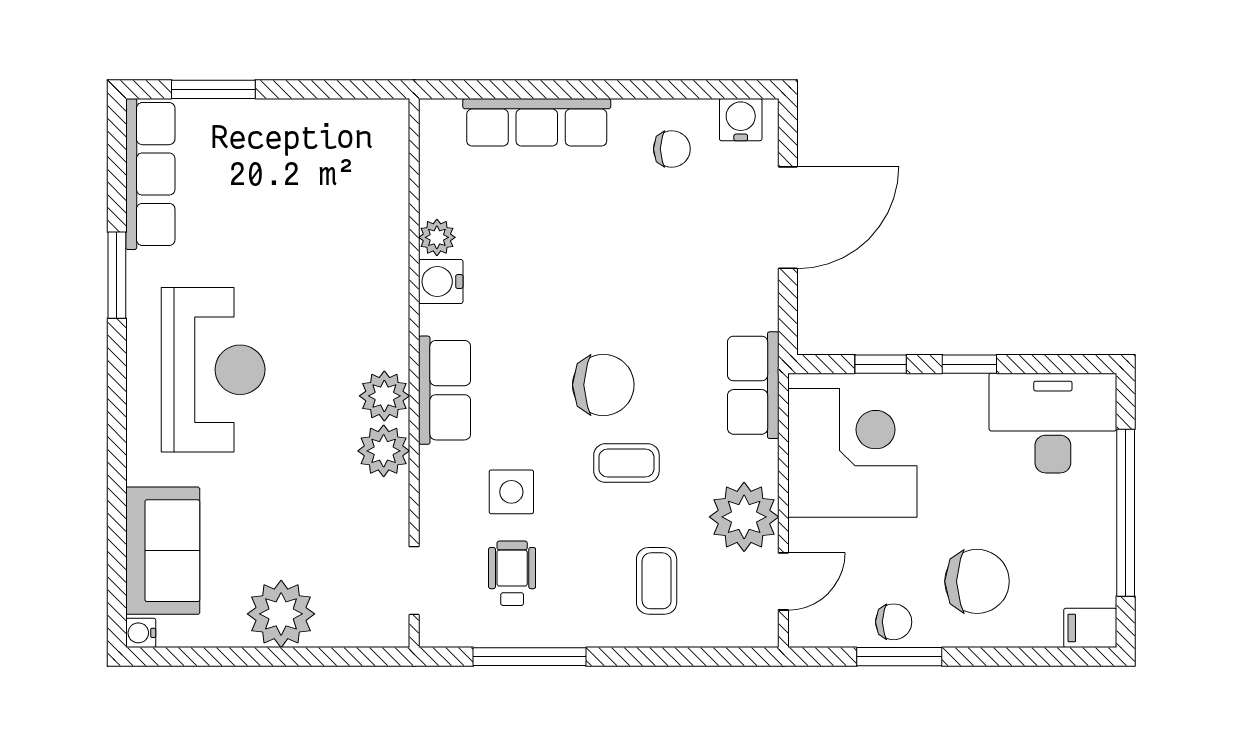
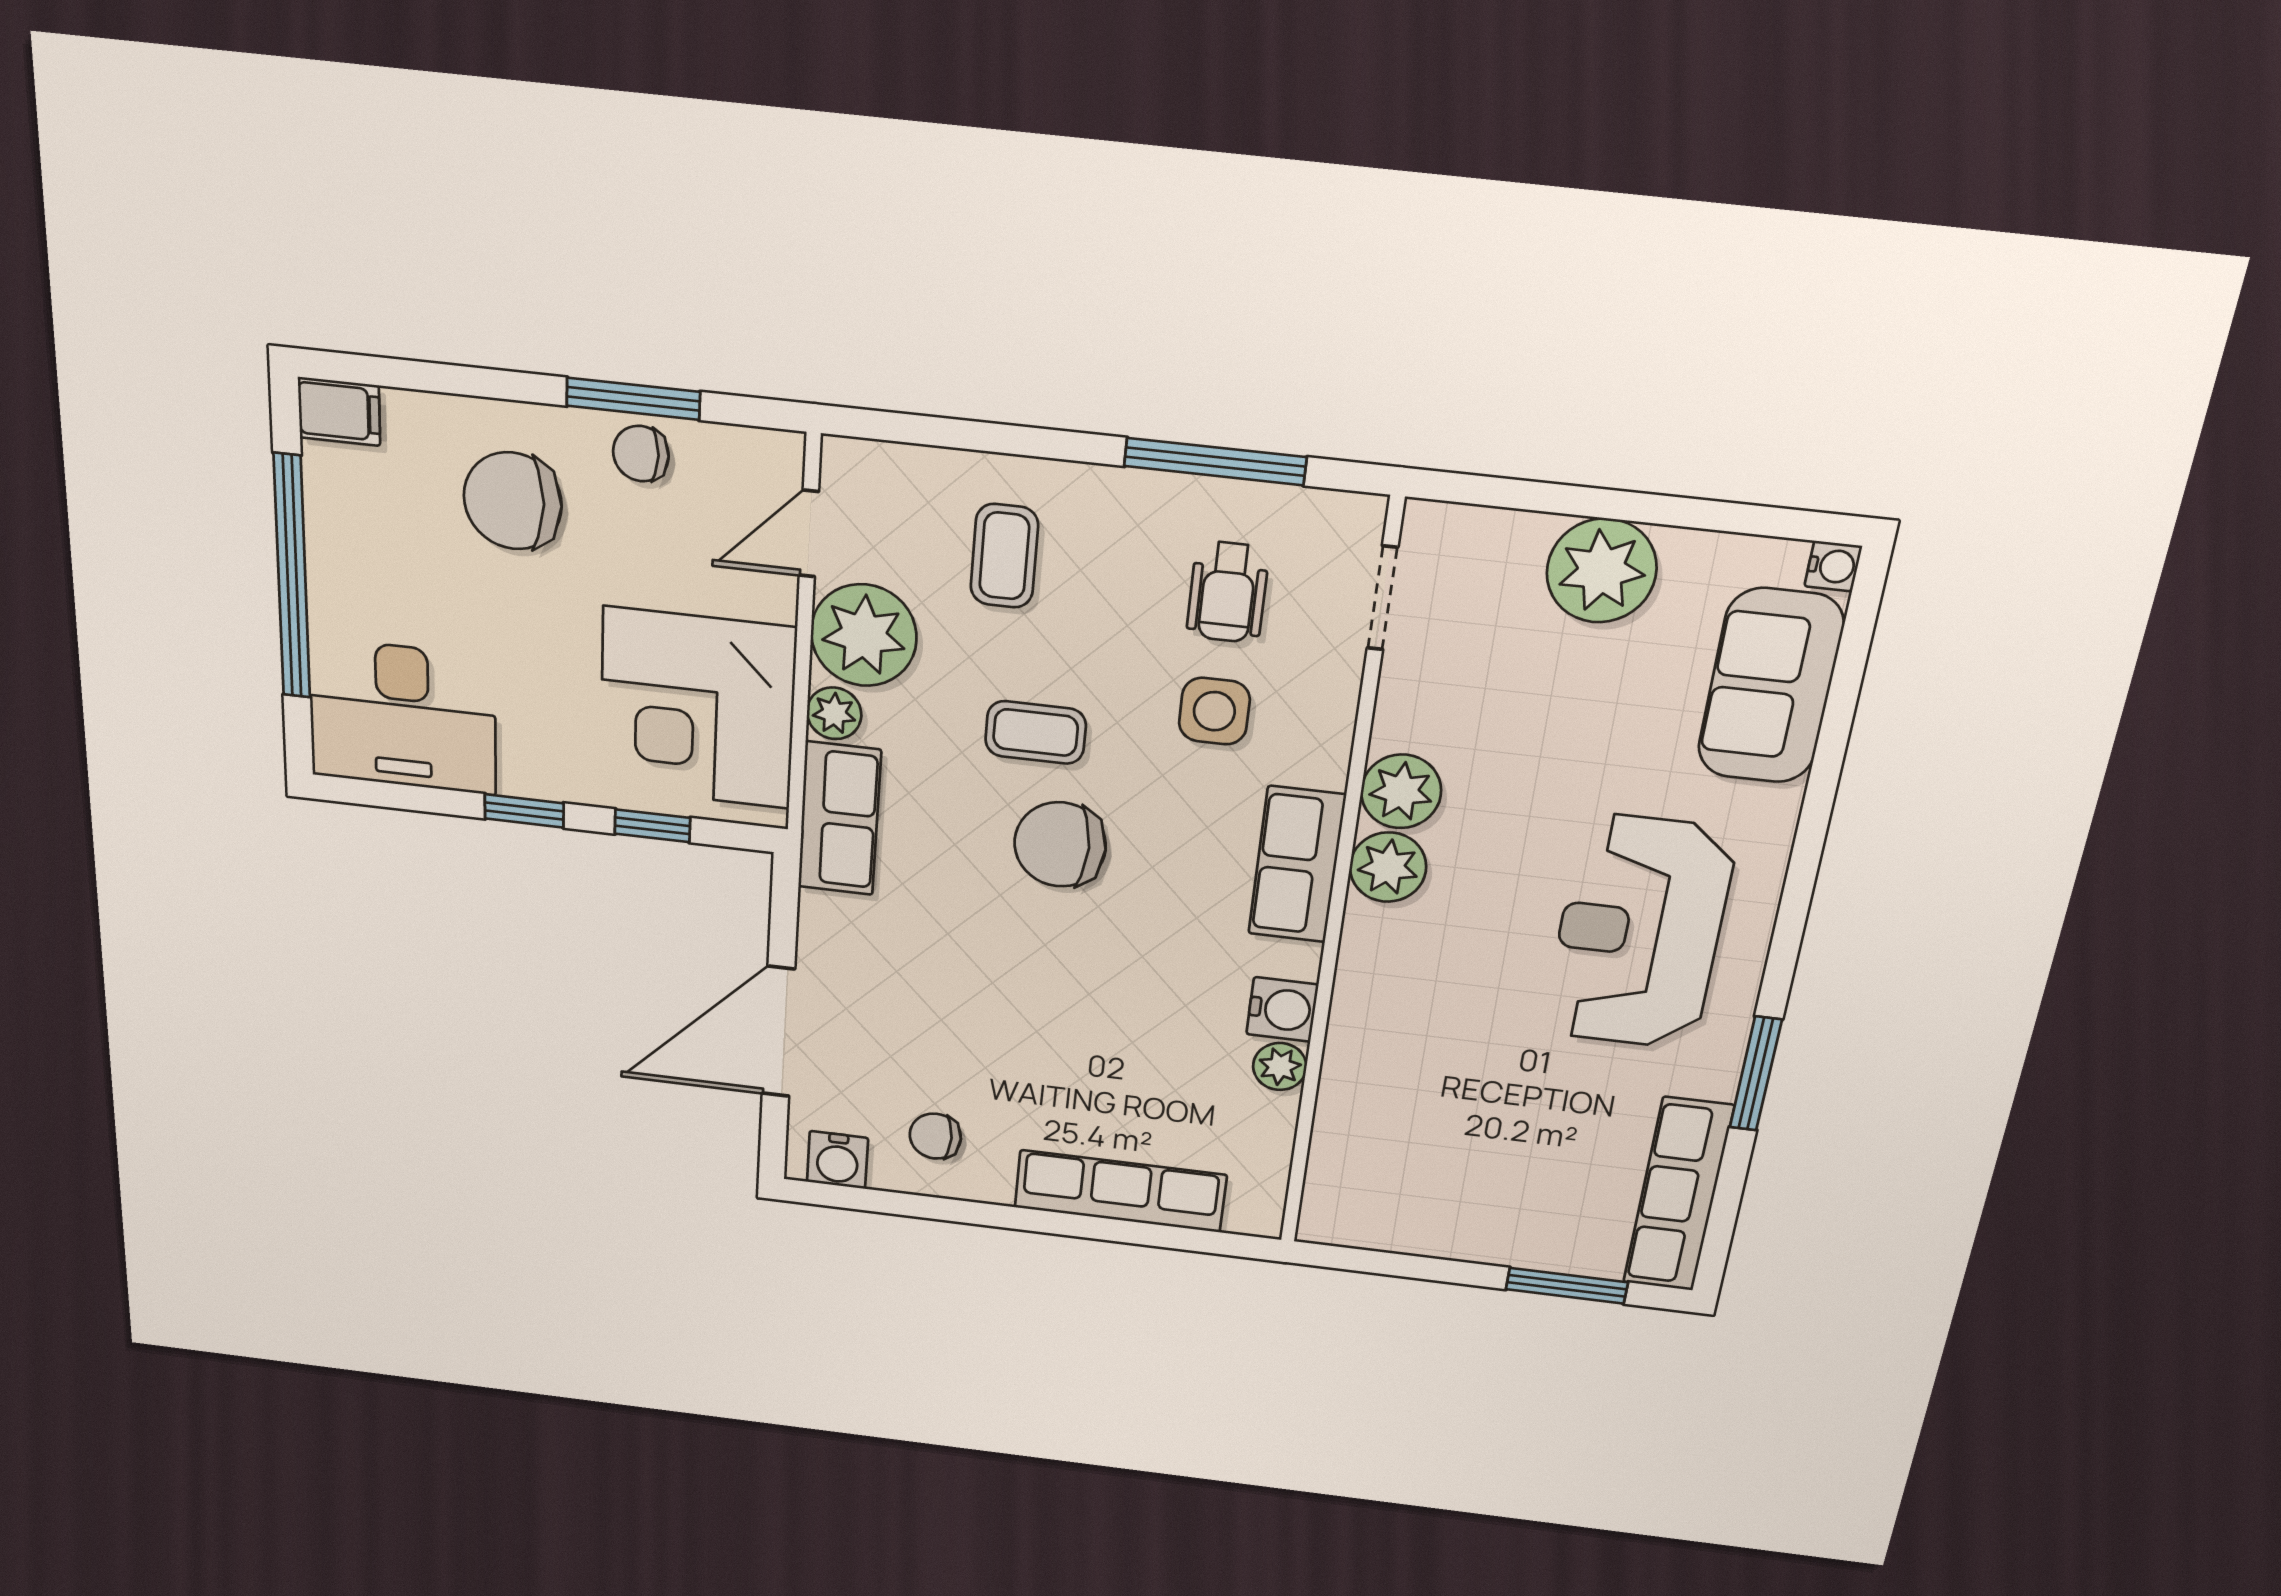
plant: (761, 460) -> (834, 713), added

